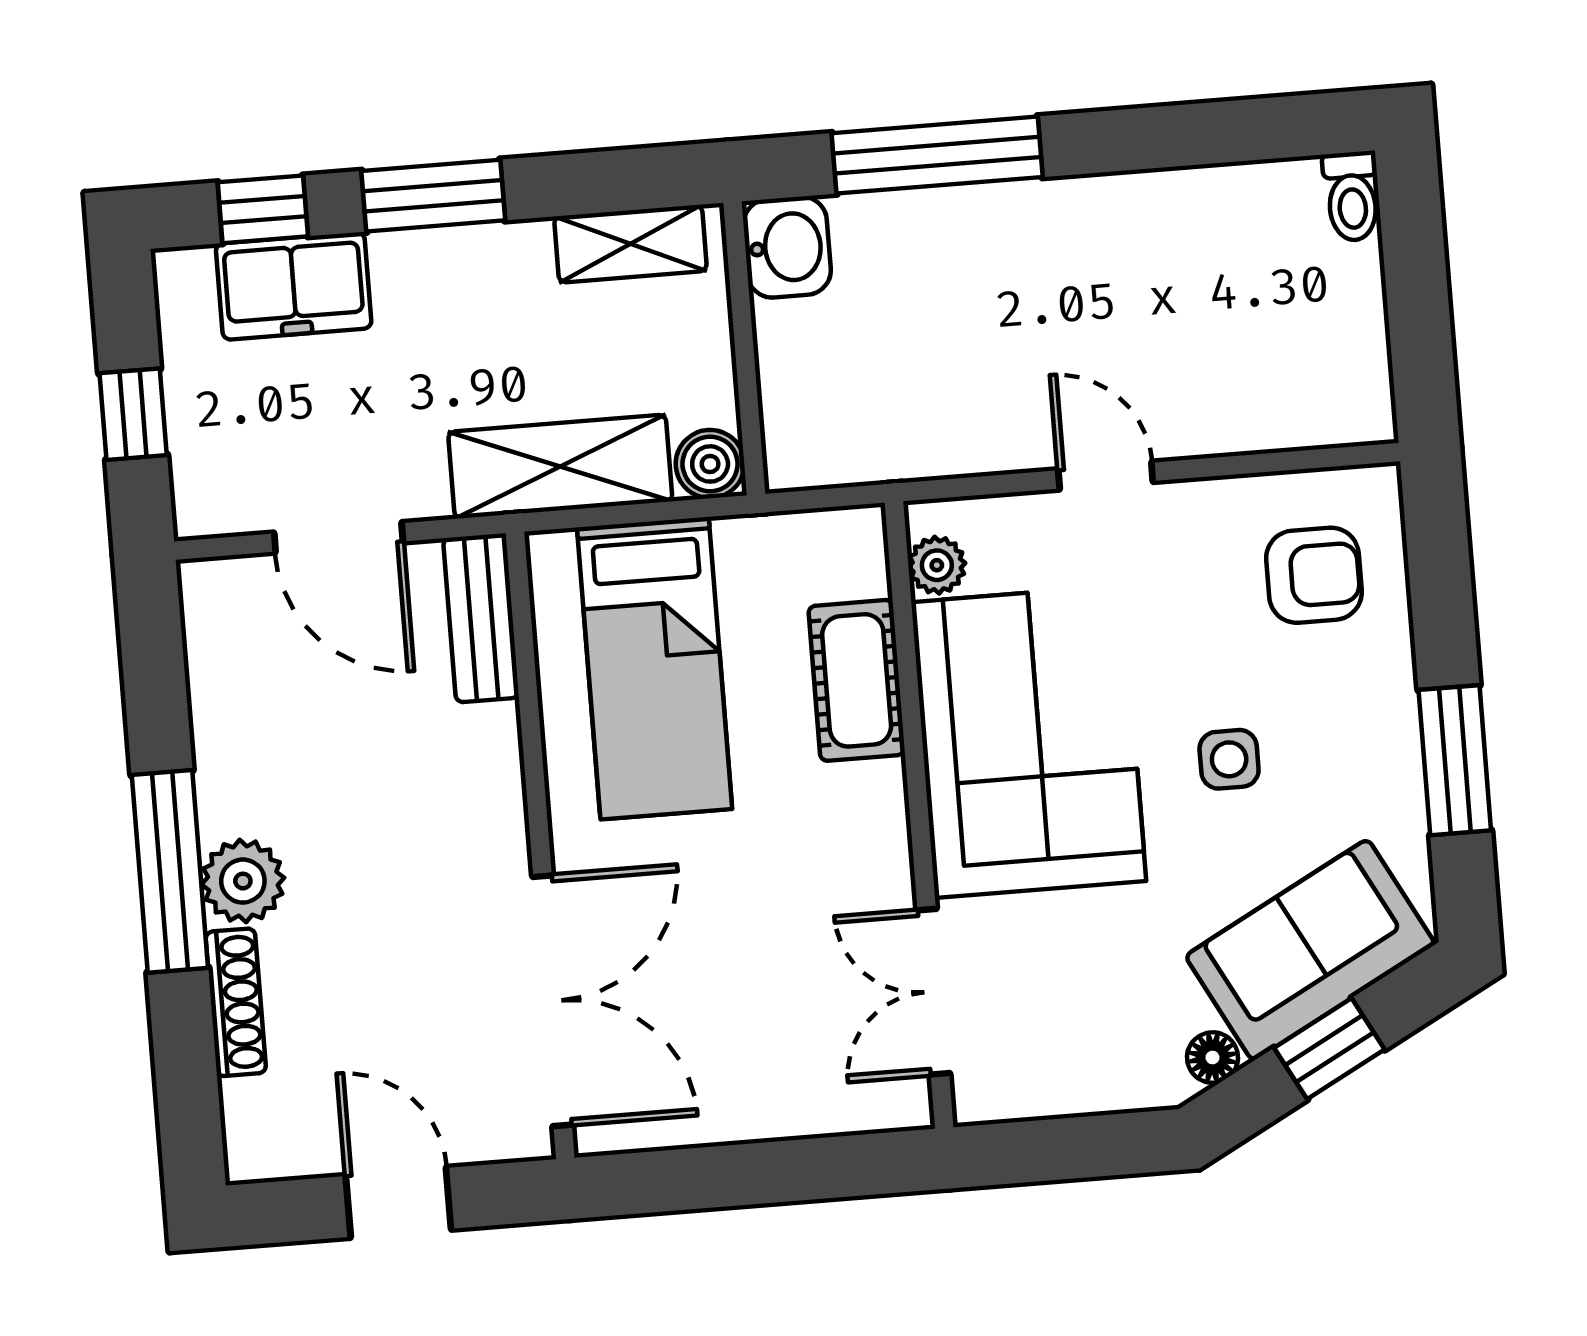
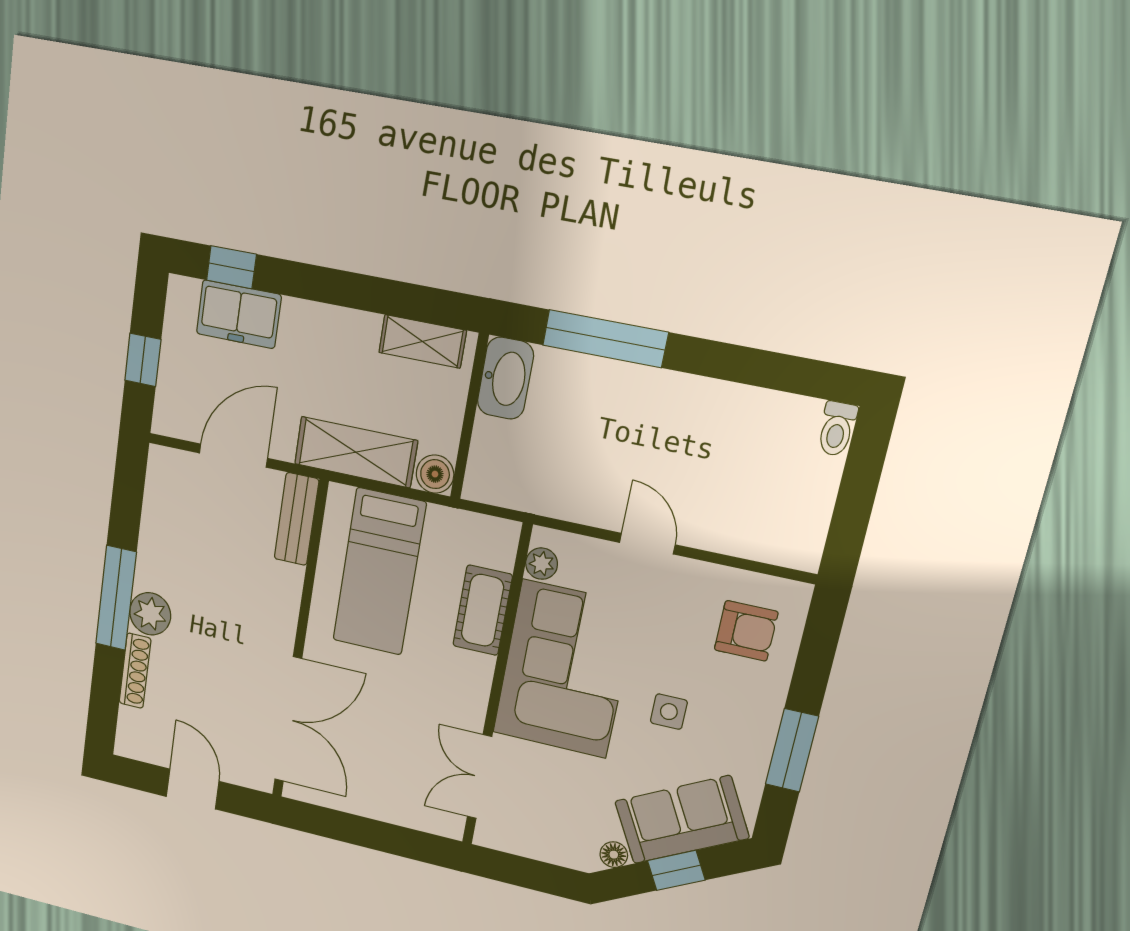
window: (433, 196) -> (323, 285), removed
washbasin: (787, 247) -> (505, 378), width x1.38
door: (339, 537) -> (233, 456), swing flipped

